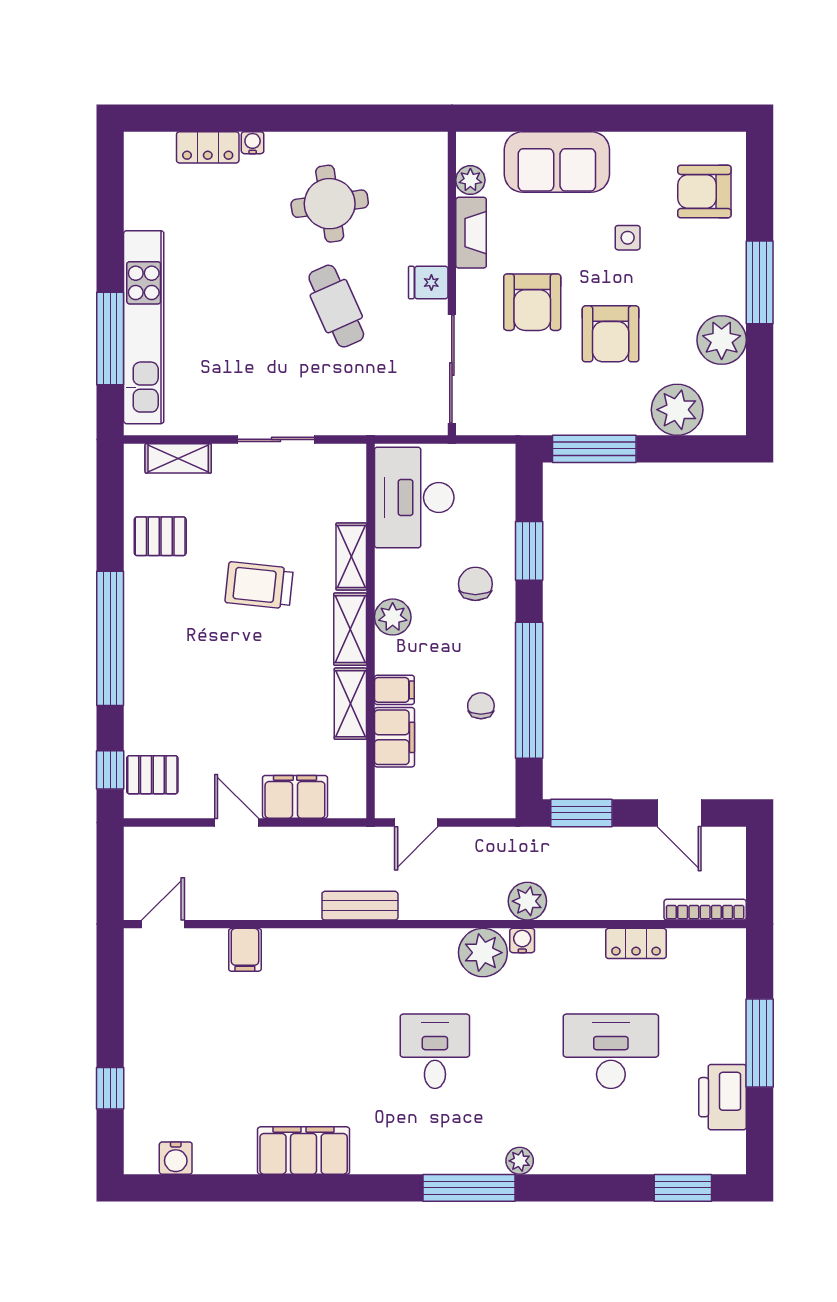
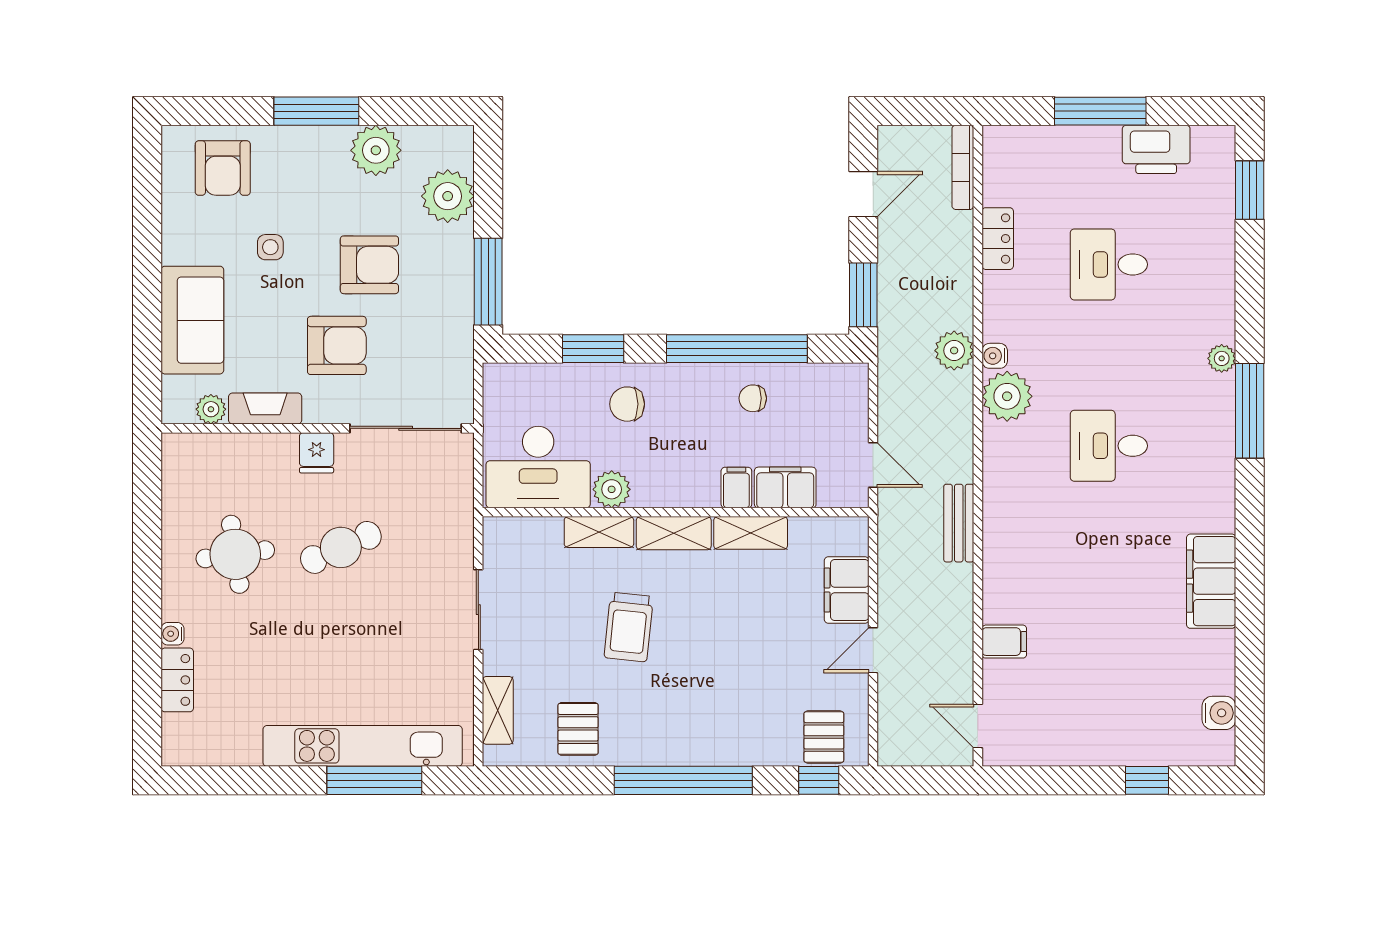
plant: (393, 617) -> (612, 489), moved
desk: (611, 1051) -> (1109, 264), width x0.73

